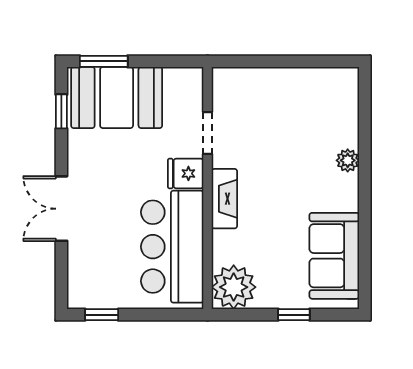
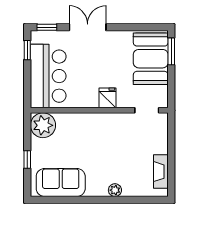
window: (61, 111) -> (47, 27), moved
doorway: (207, 133) -> (147, 110), moved
fireplace: (224, 199) -> (161, 172), moved, turned 90
bar counter: (172, 247) -> (48, 76), moved, turned 90

